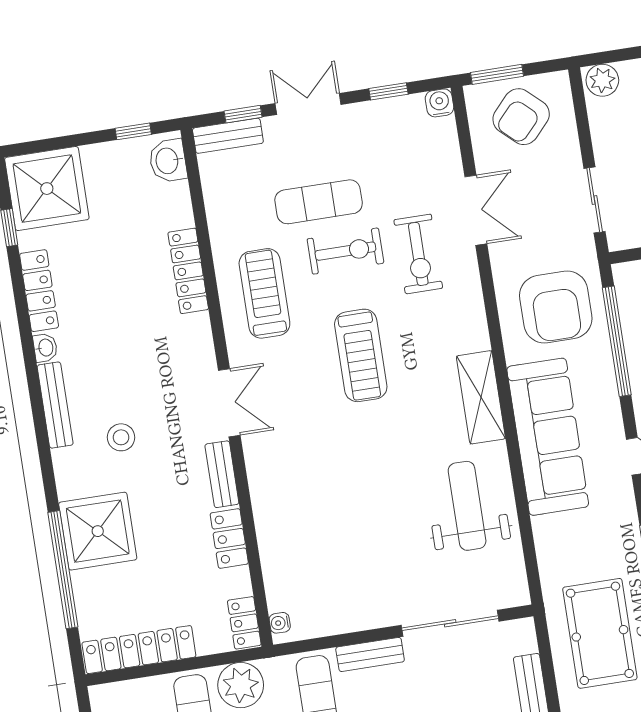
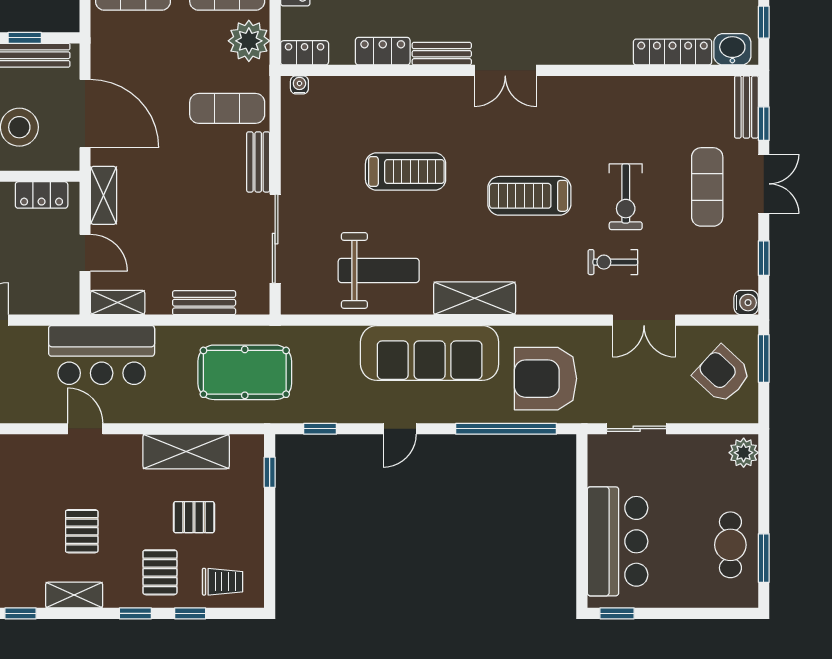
exercise mat: (319, 202) -> (707, 187), moved
exercise bike: (418, 254) -> (613, 262), width x0.73, depth x0.72
locker: (188, 271) -> (673, 52), moved
treadmill: (264, 293) -> (406, 172), moved

